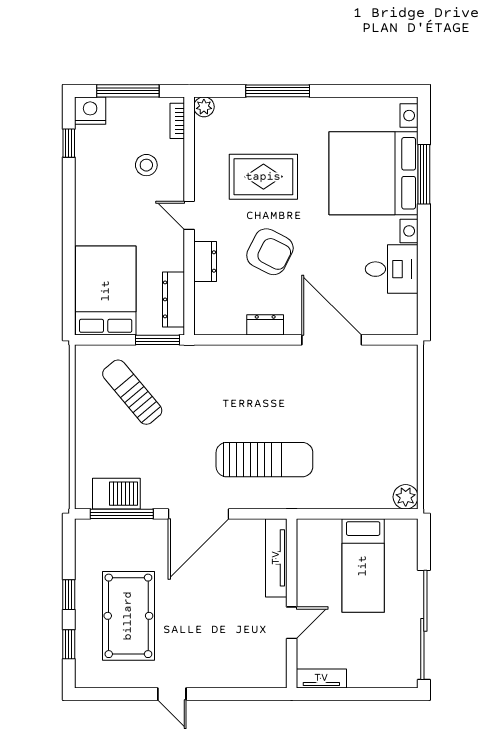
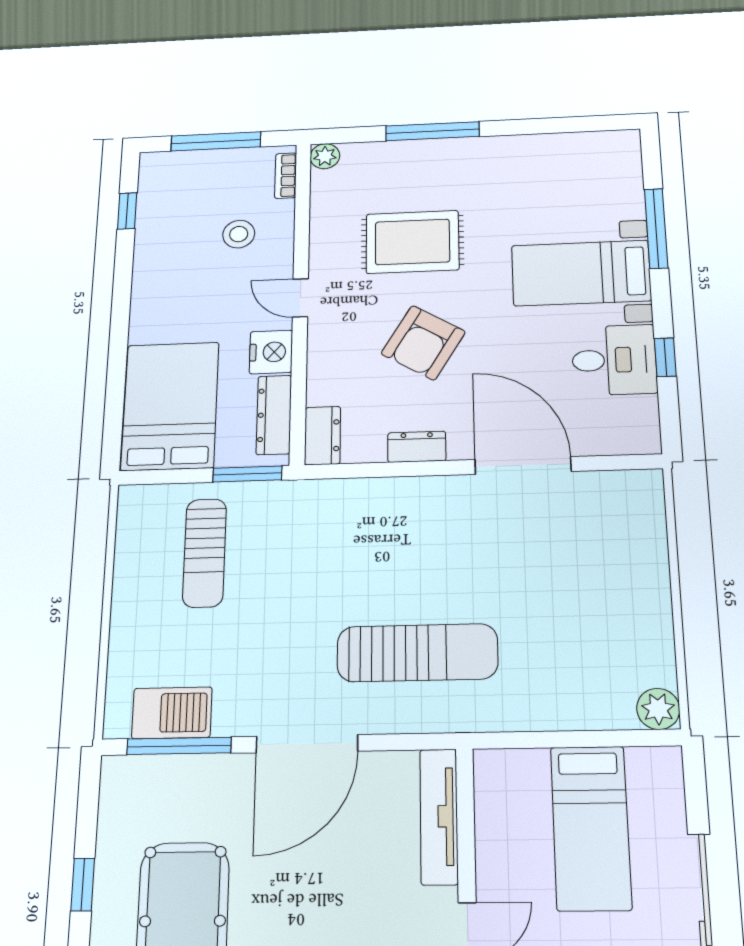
nightstand: (90, 111) -> (271, 352), moved, turned 90
bed with nightstands: (374, 173) -> (581, 273), width x0.54
armchair: (270, 252) -> (423, 343), turned 94
dresser: (205, 261) -> (323, 436), moved
window: (424, 268) -> (665, 357), added
sun lounger: (132, 392) -> (205, 553), turned -140

